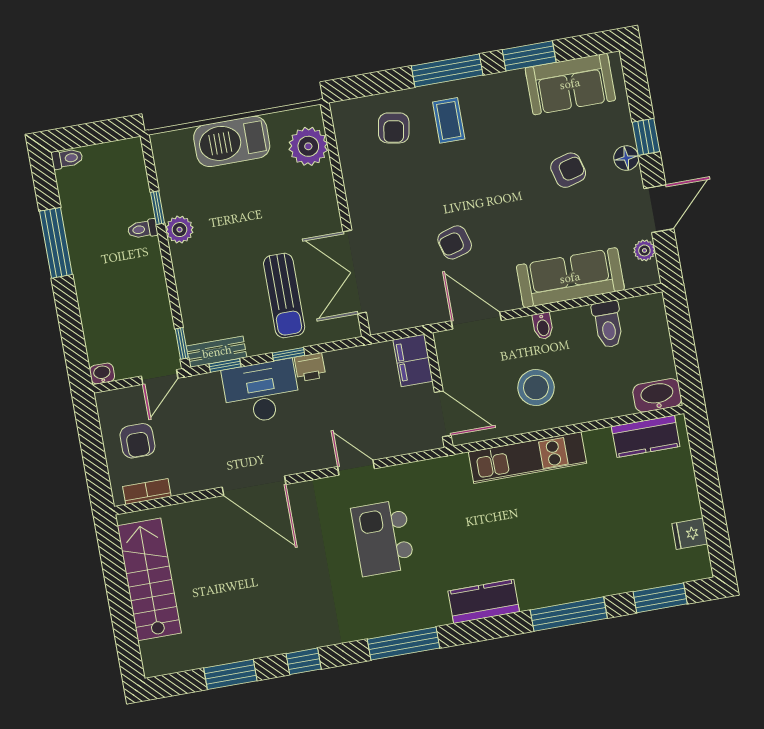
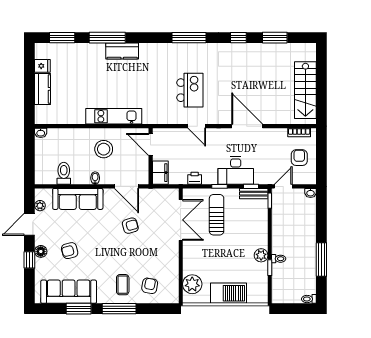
sofa: (570, 84) -> (69, 292), width x1.36
printer: (310, 367) -> (195, 178), moved
washbasin: (657, 395) -> (41, 133), width x0.52, depth x0.69
kitchen counter: (646, 436) -> (43, 89), moved, turned 90
kitchen counter: (484, 601) -> (122, 51), moved

